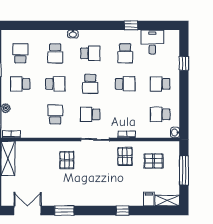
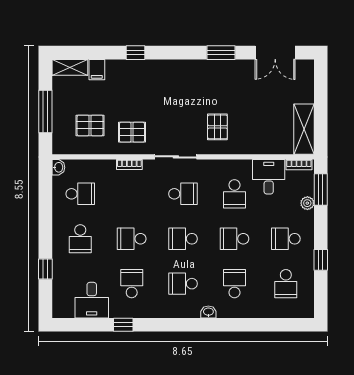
school desk: (20, 84) -> (286, 239), turned 180
school desk: (90, 84) -> (183, 239), turned -90
school desk: (160, 84) -> (80, 239), turned 90
desk: (32, 126) -> (269, 177), added
pallet: (125, 156) -> (132, 132), turned 90

